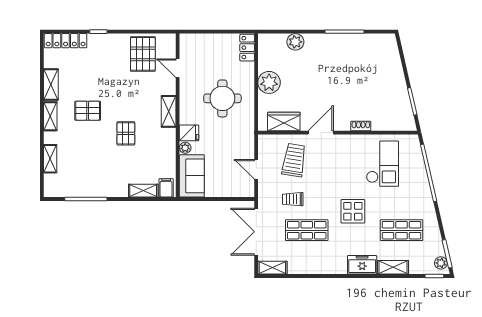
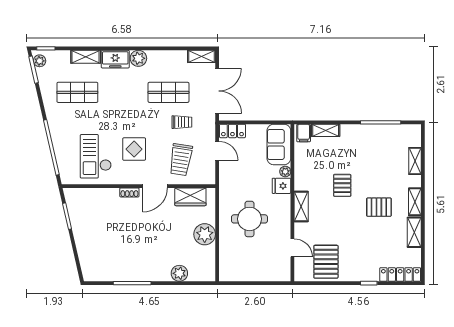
locker: (247, 48) -> (232, 131), moved, turned 90
shoe rack: (361, 126) -> (129, 192), moved
display table: (353, 211) -> (134, 149), moved
plant: (338, 266) -> (138, 58), added

